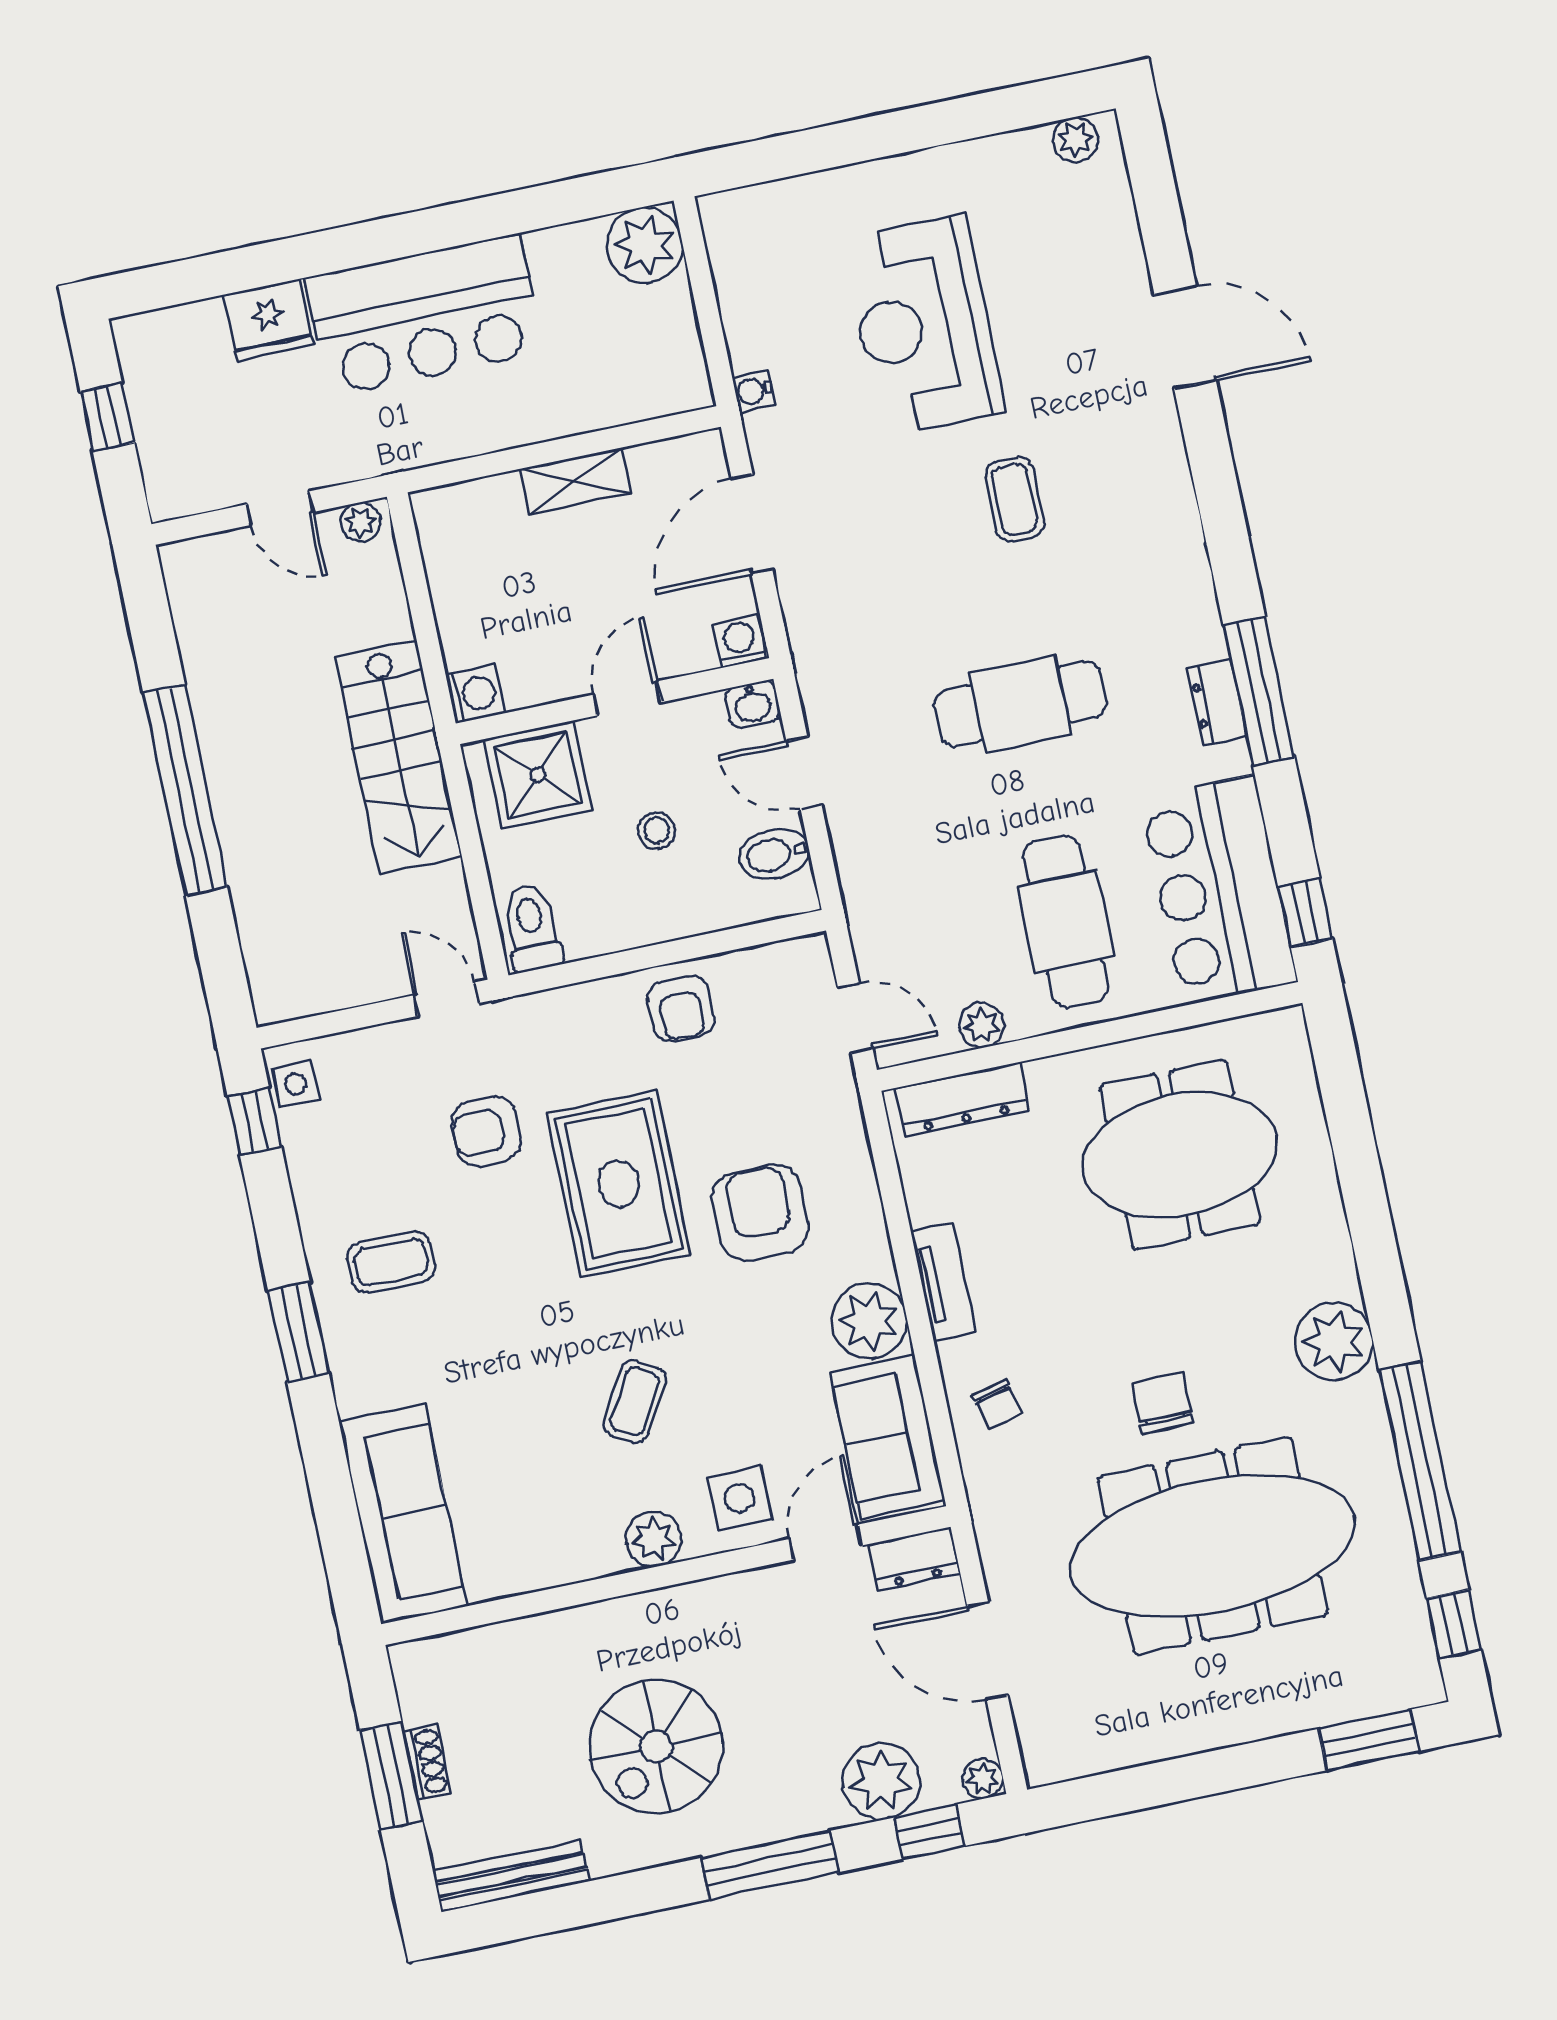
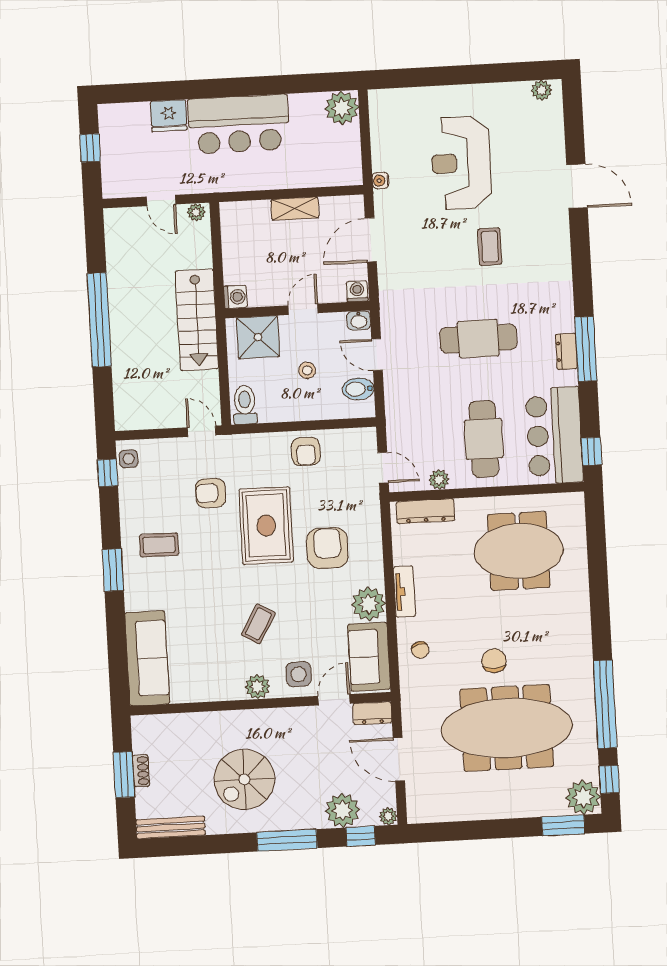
plant: (1334, 1341) -> (583, 797), moved

